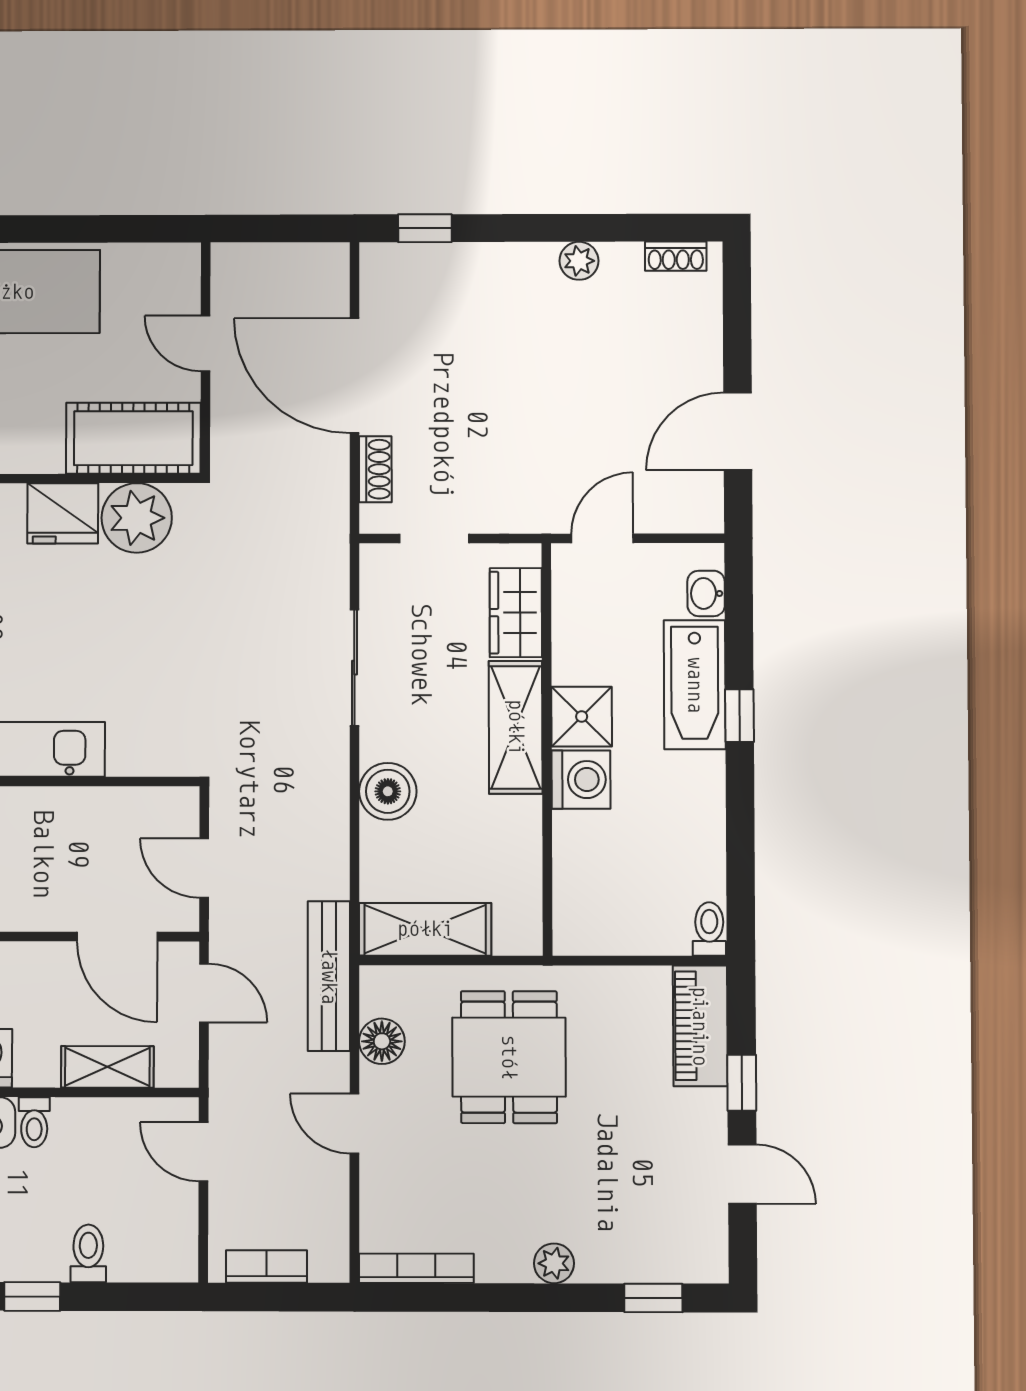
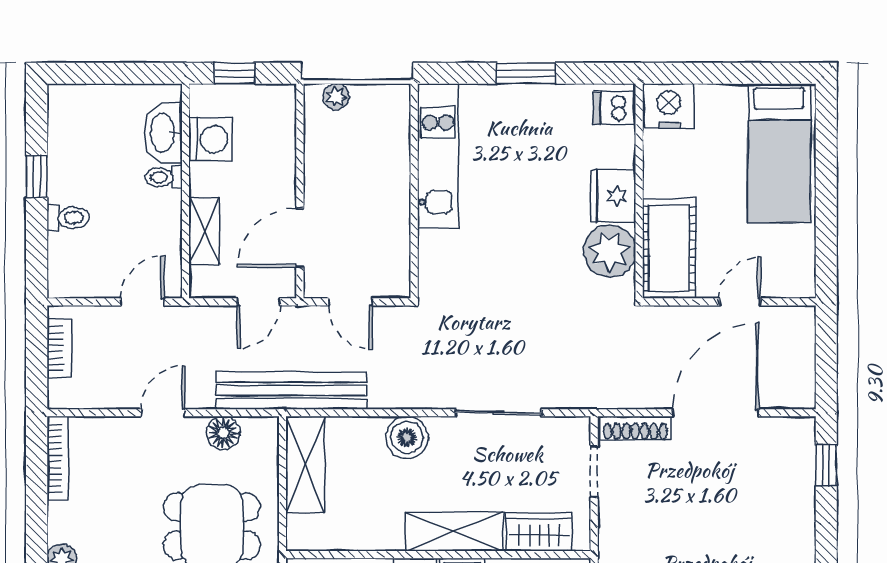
shoe rack: (375, 469) -> (635, 428), width x1.43
door: (204, 868) -> (350, 302), swing flipped
bench: (329, 976) -> (291, 391), width x1.37, depth x1.21

